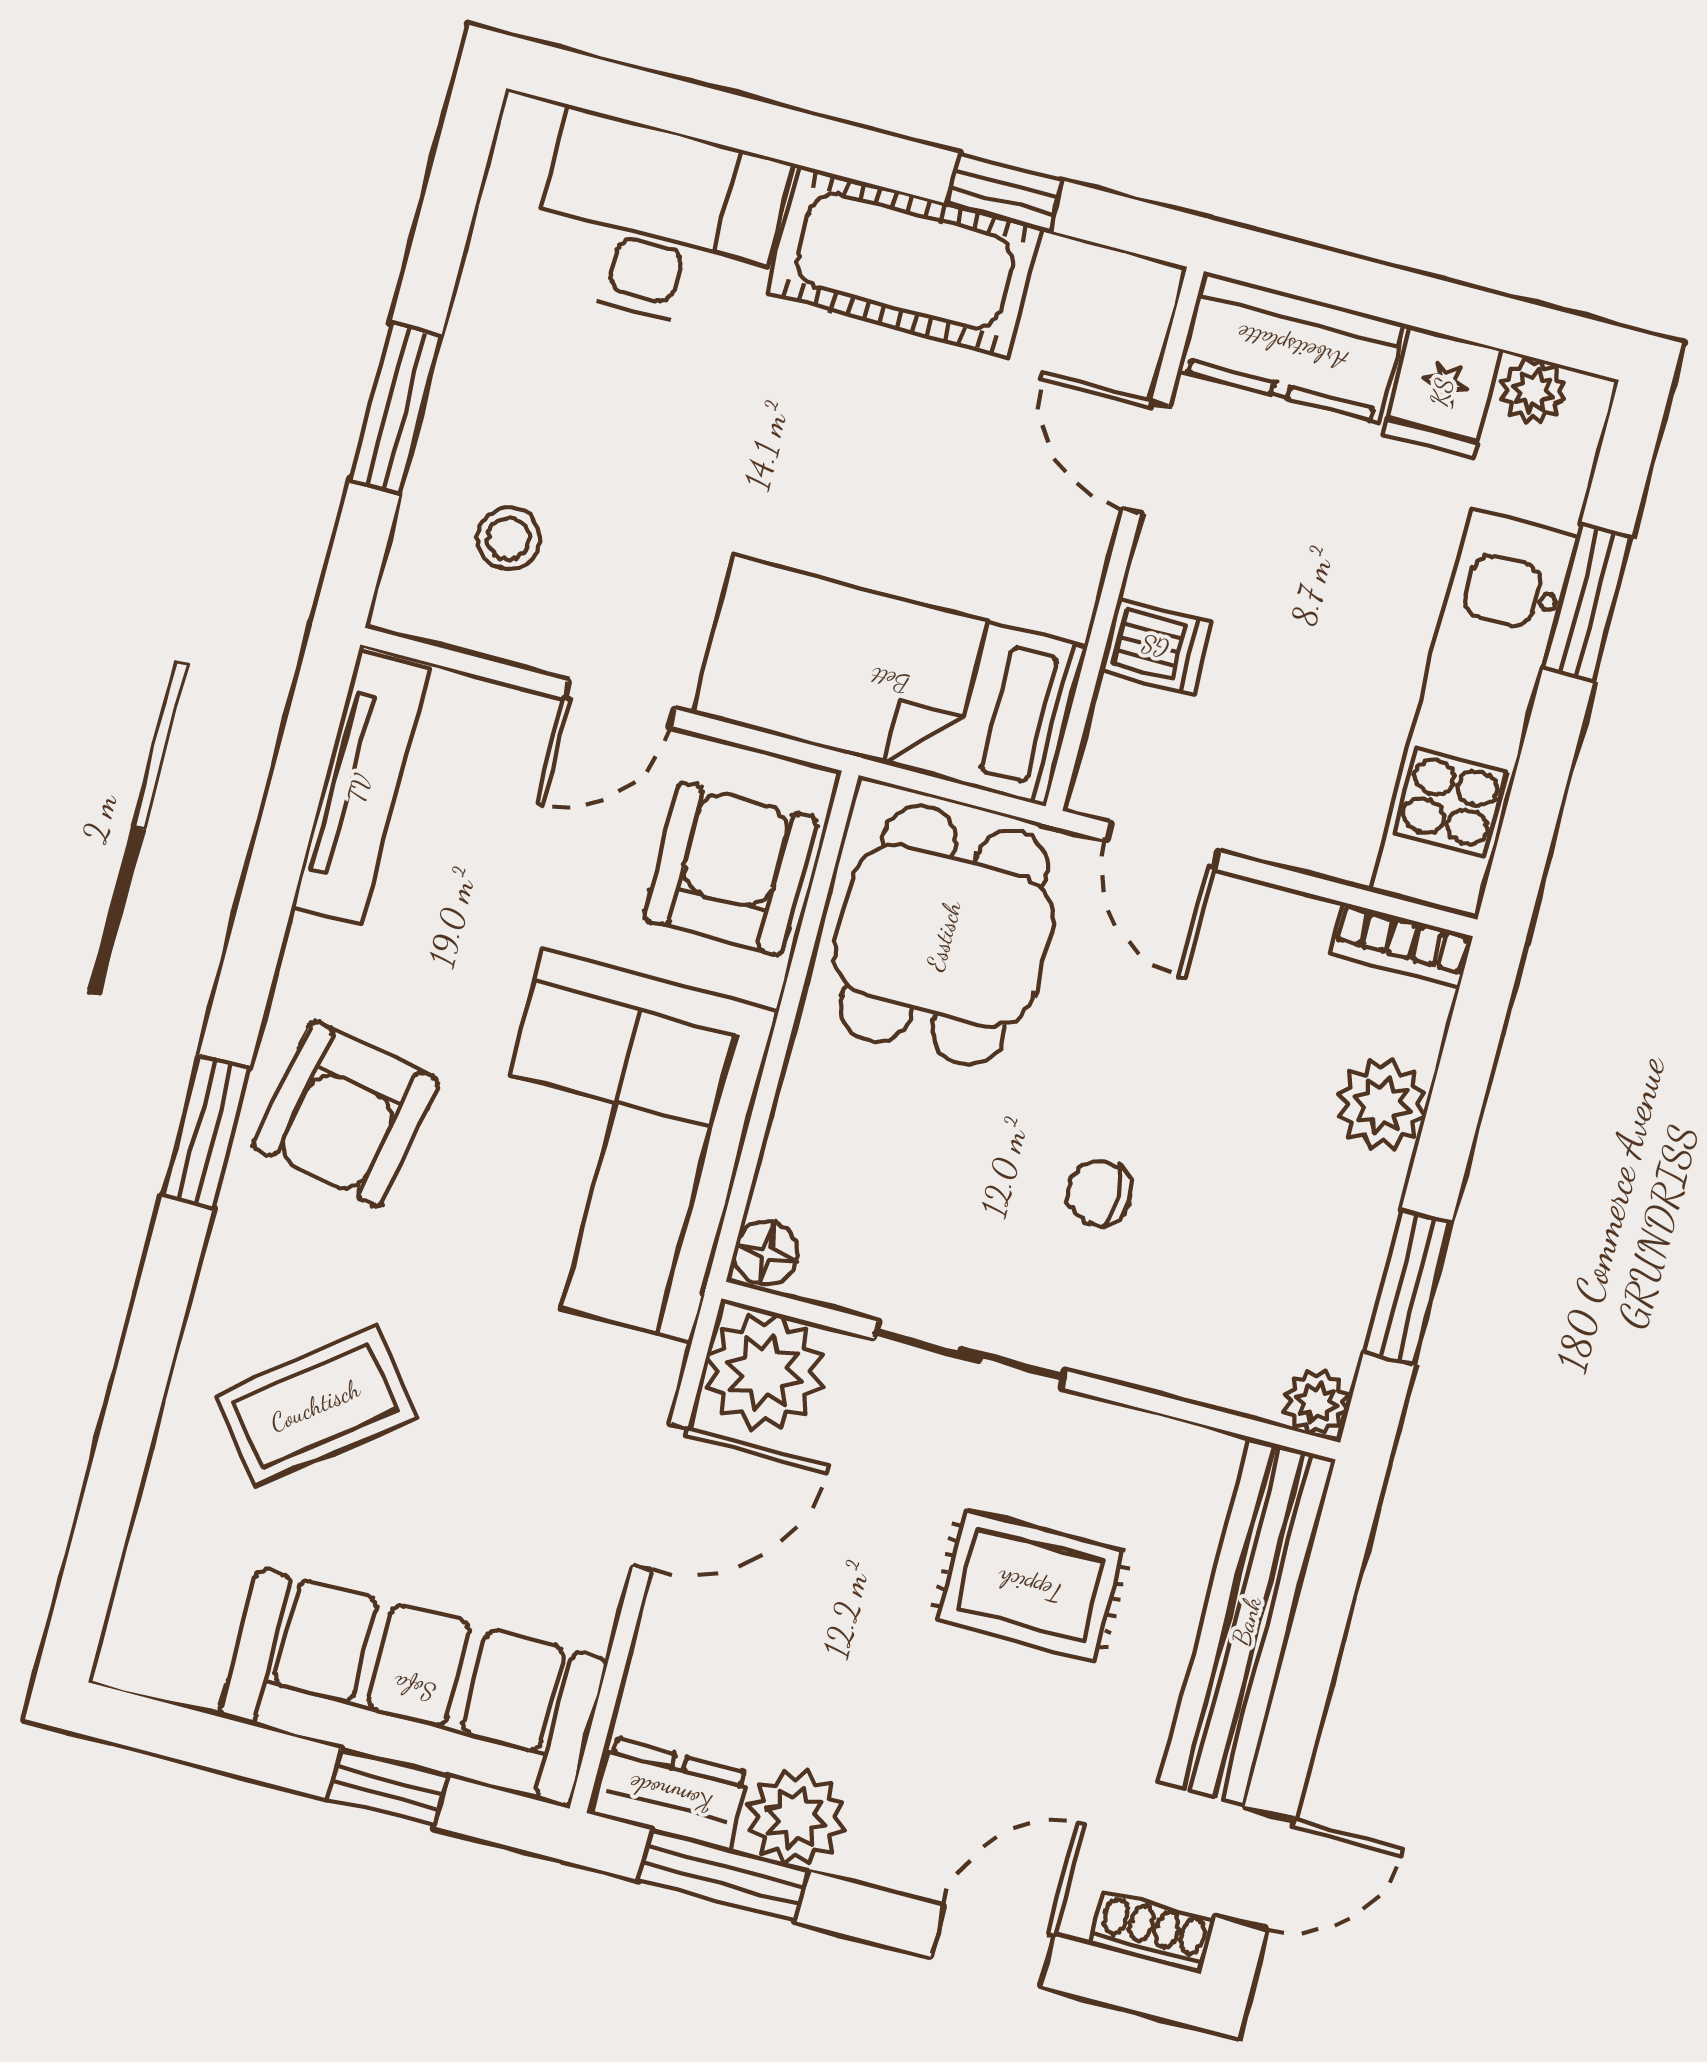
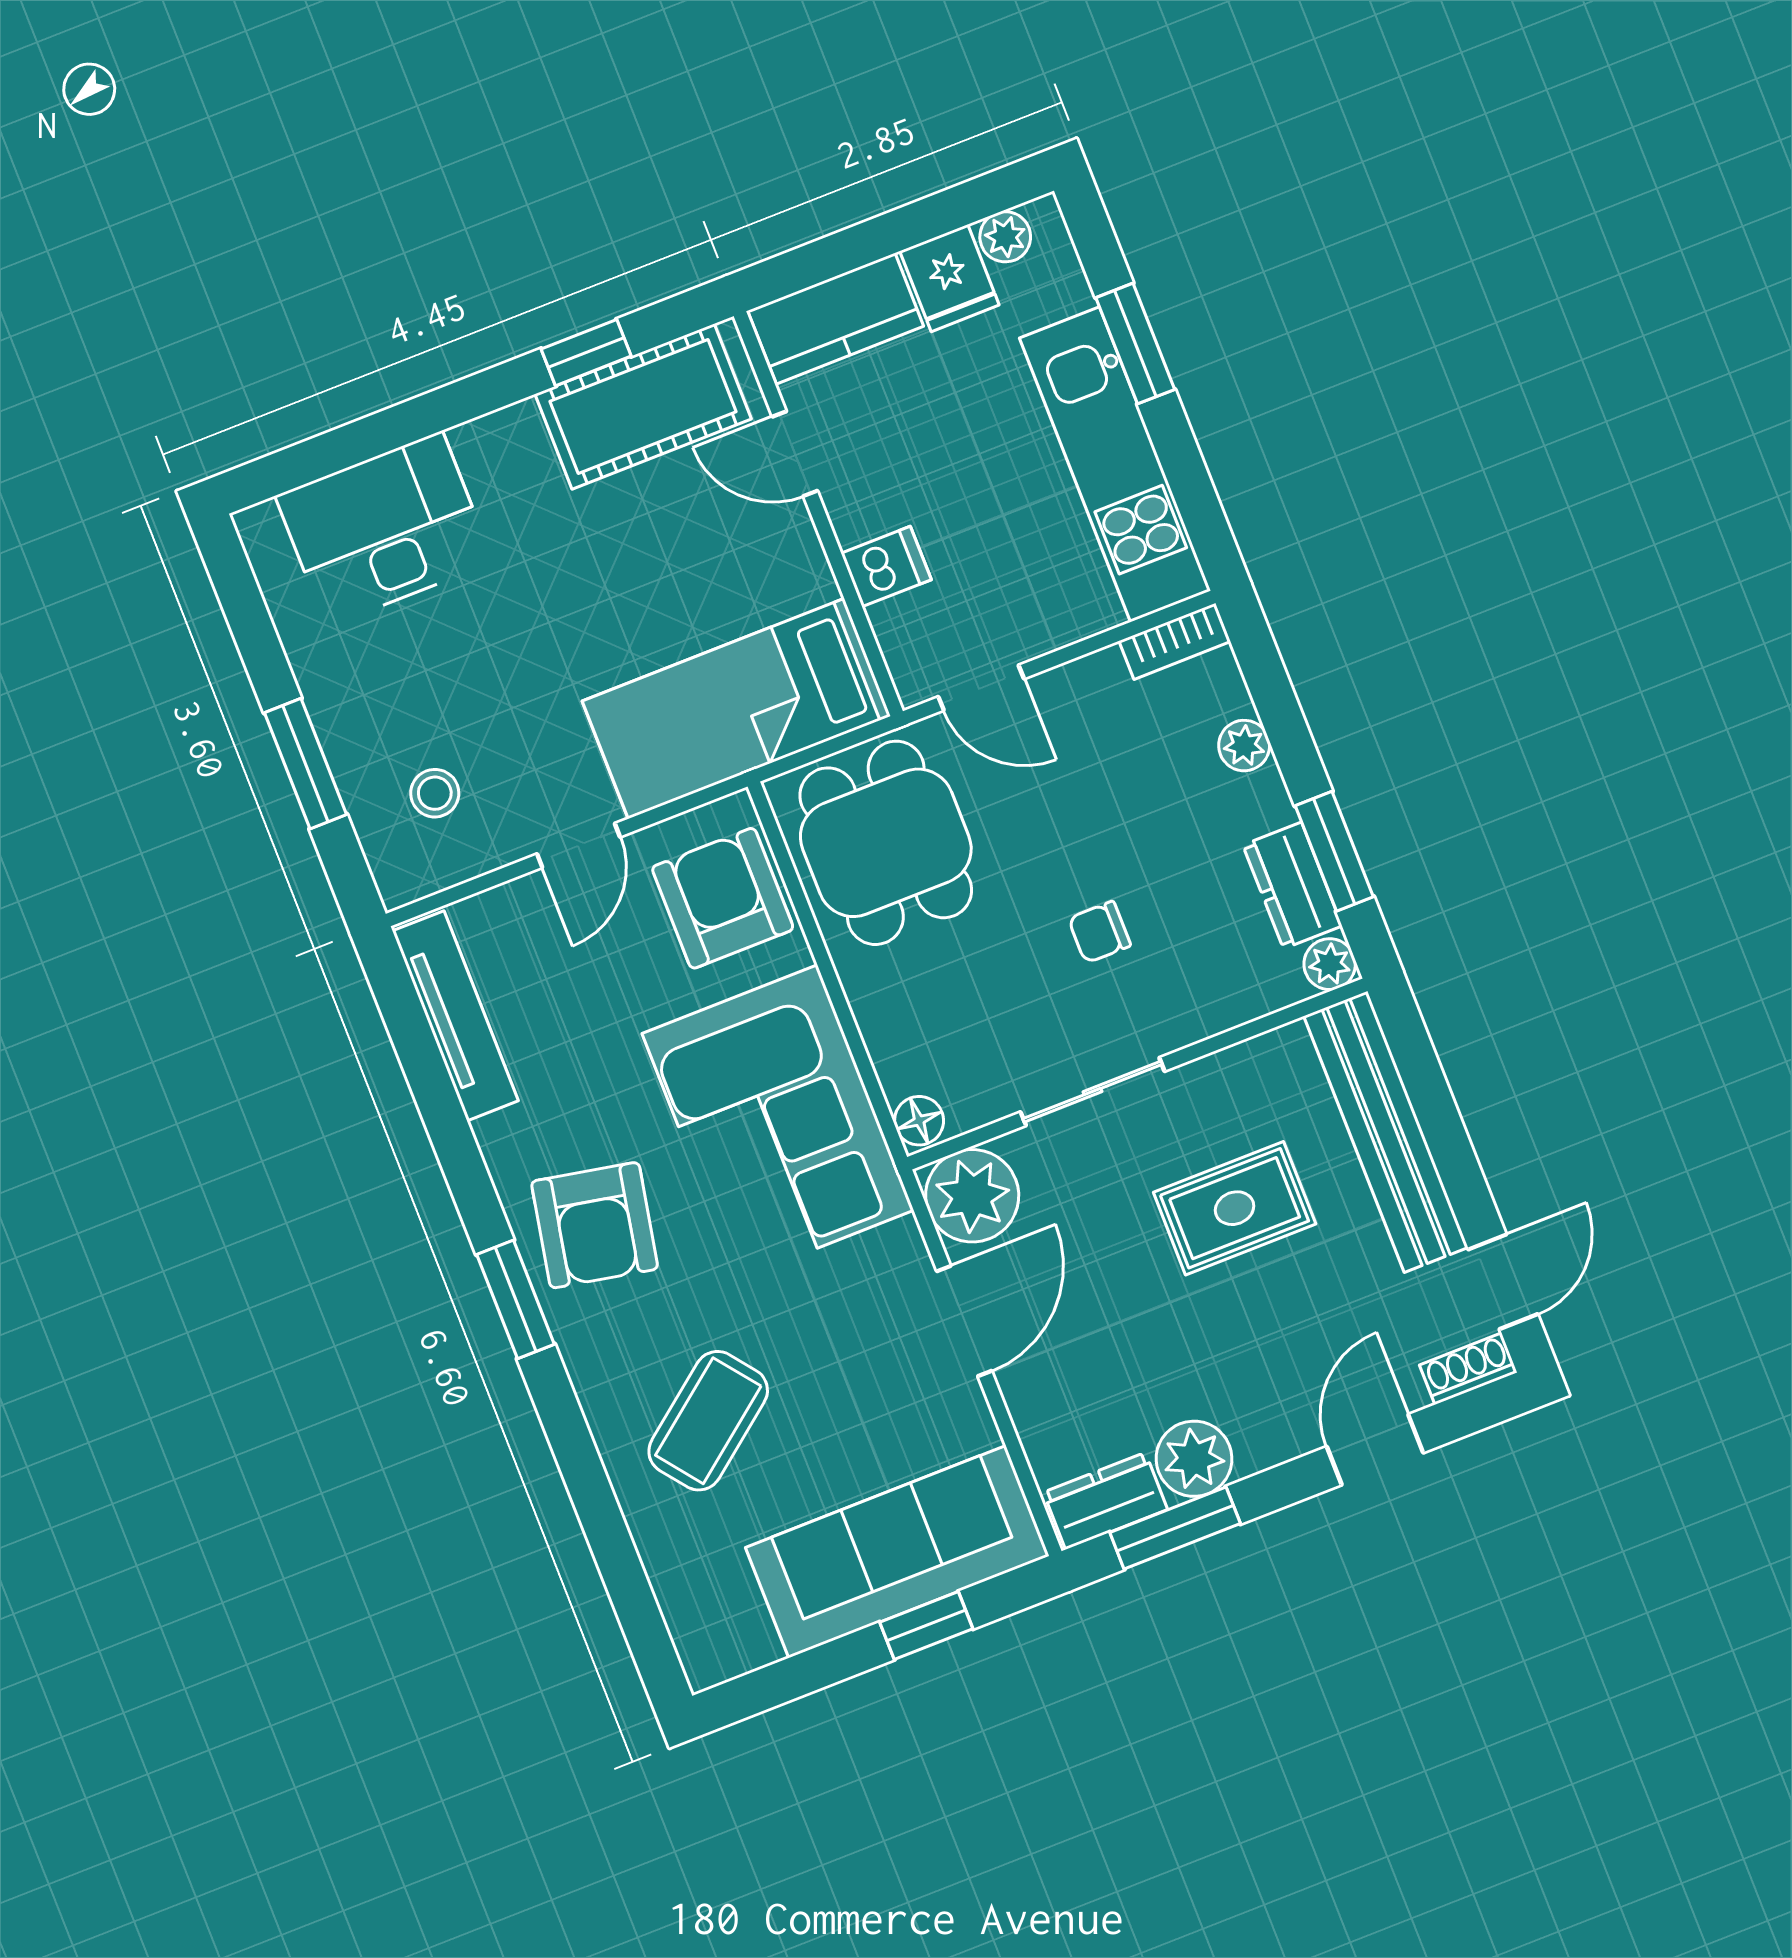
cot: (905, 261) -> (643, 407), moved
plant: (1382, 1105) -> (1244, 746), width x0.73, depth x0.73
dresser: (1338, 1291) -> (1292, 885), added

